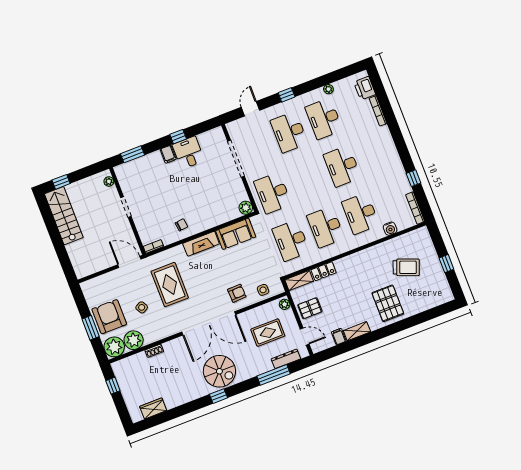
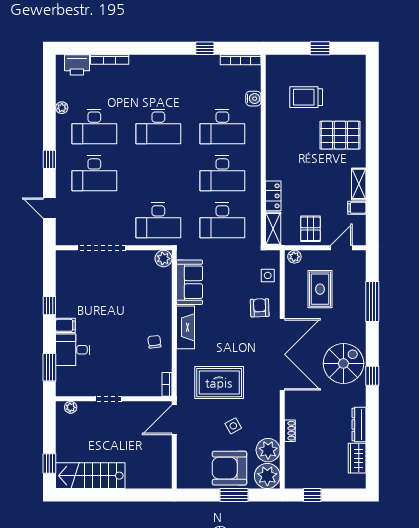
desk: (188, 153) -> (73, 350), moved
trolley: (406, 267) -> (306, 97), turned -111
dresser: (286, 359) -> (359, 424), moved

